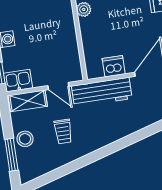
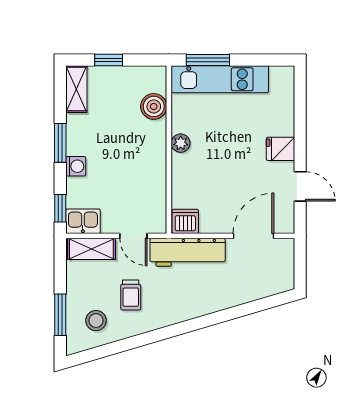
dishwasher: (114, 66) -> (185, 221), moved
stool: (25, 139) -> (96, 321), moved

